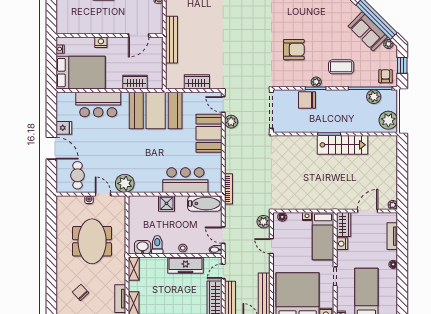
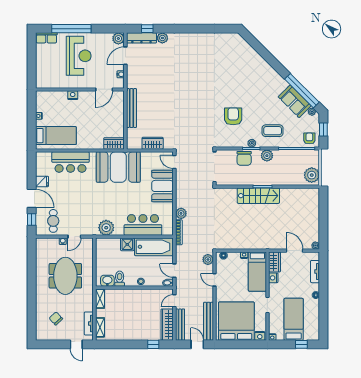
wall: (110, 35) -> (80, 89), moved
door: (139, 35) -> (104, 89), moved
nightstand: (101, 42) -> (73, 95), moved
armchair: (294, 50) -> (233, 116), turned -90
bed: (81, 73) -> (56, 136), width x0.67
wardrobe: (135, 82) -> (114, 143), moved
plant: (374, 97) -> (267, 156), moved
chair: (307, 100) -> (244, 158), turned -90
plant: (231, 122) -> (181, 213), moved
stairs: (343, 145) -> (258, 196), moved
window: (51, 174) -> (32, 219), added
plant: (125, 183) -> (106, 228), moved
door: (103, 194) -> (74, 237), swing flipped
bathtub: (204, 203) -> (154, 247), width x1.36, depth x1.36
door: (368, 211) -> (295, 251), hinge flipped
freezer: (186, 265) -> (143, 296), removed

